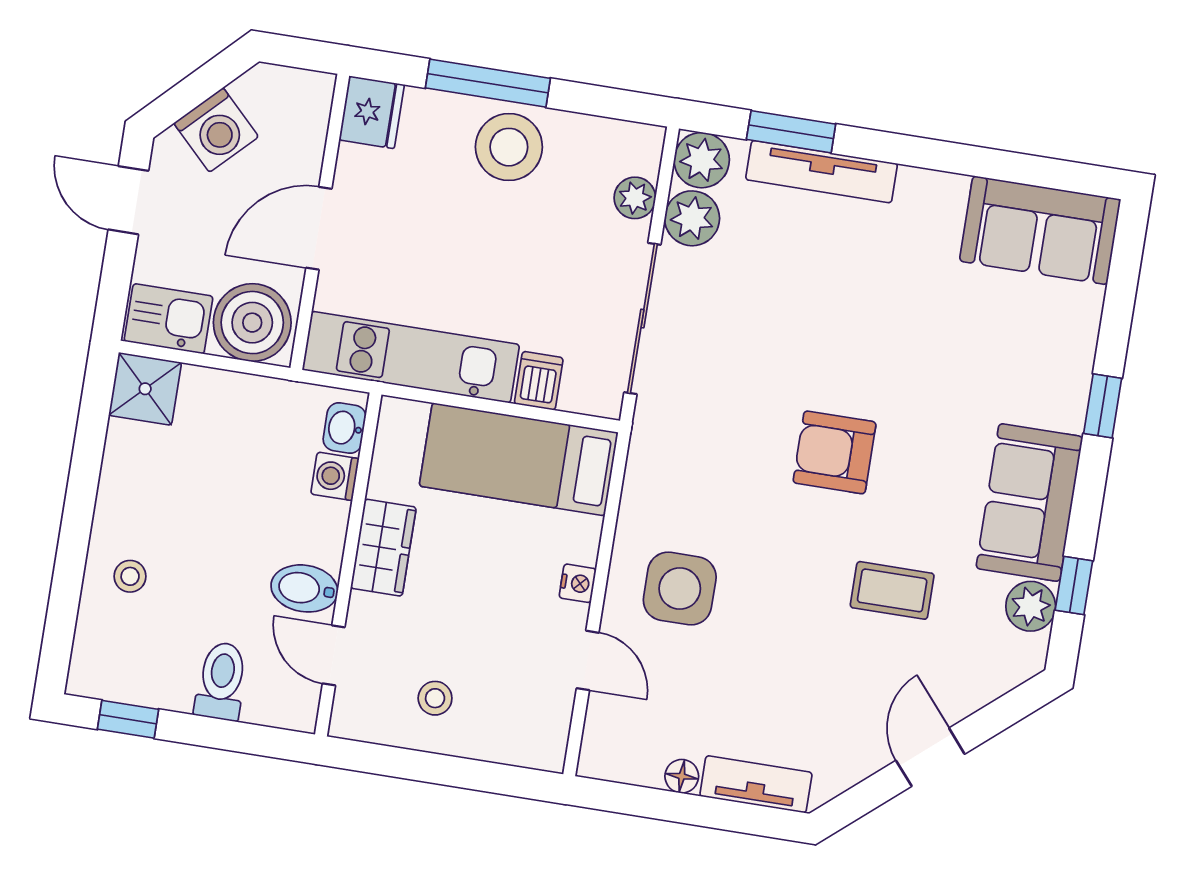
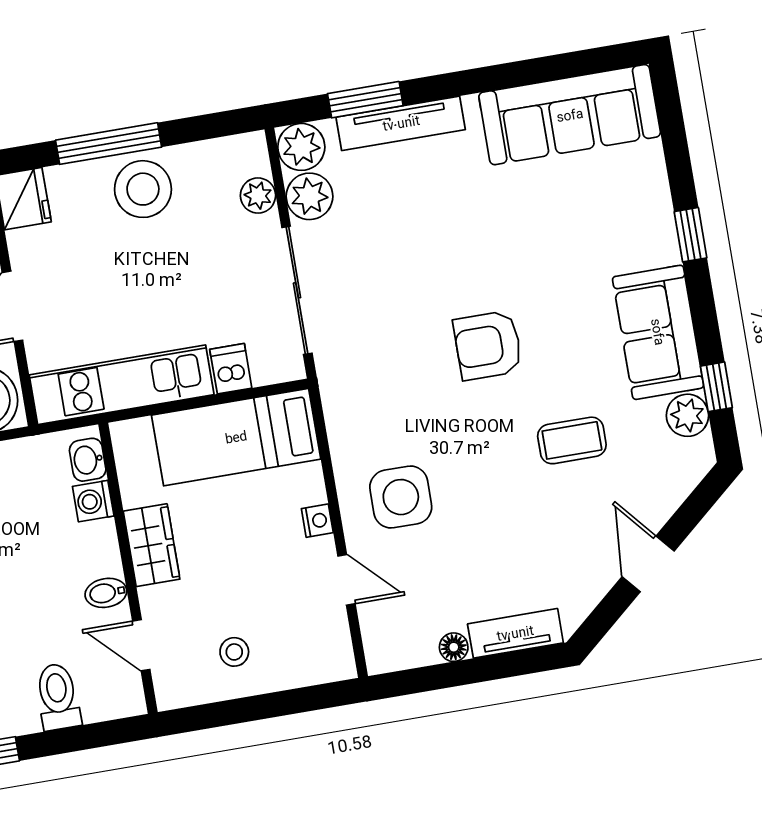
sofa: (1040, 230) -> (570, 115), width x1.36
bidet: (304, 588) -> (106, 593), width x0.72, depth x0.74

